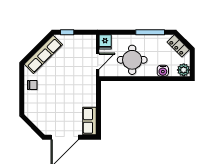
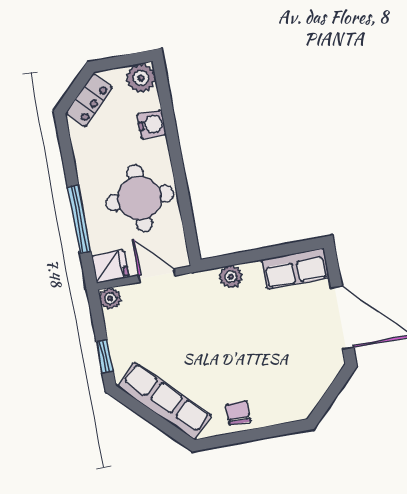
window: (150, 32) -> (79, 219), moved
plant: (92, 39) -> (110, 298), added
plant: (91, 93) -> (231, 277), added

